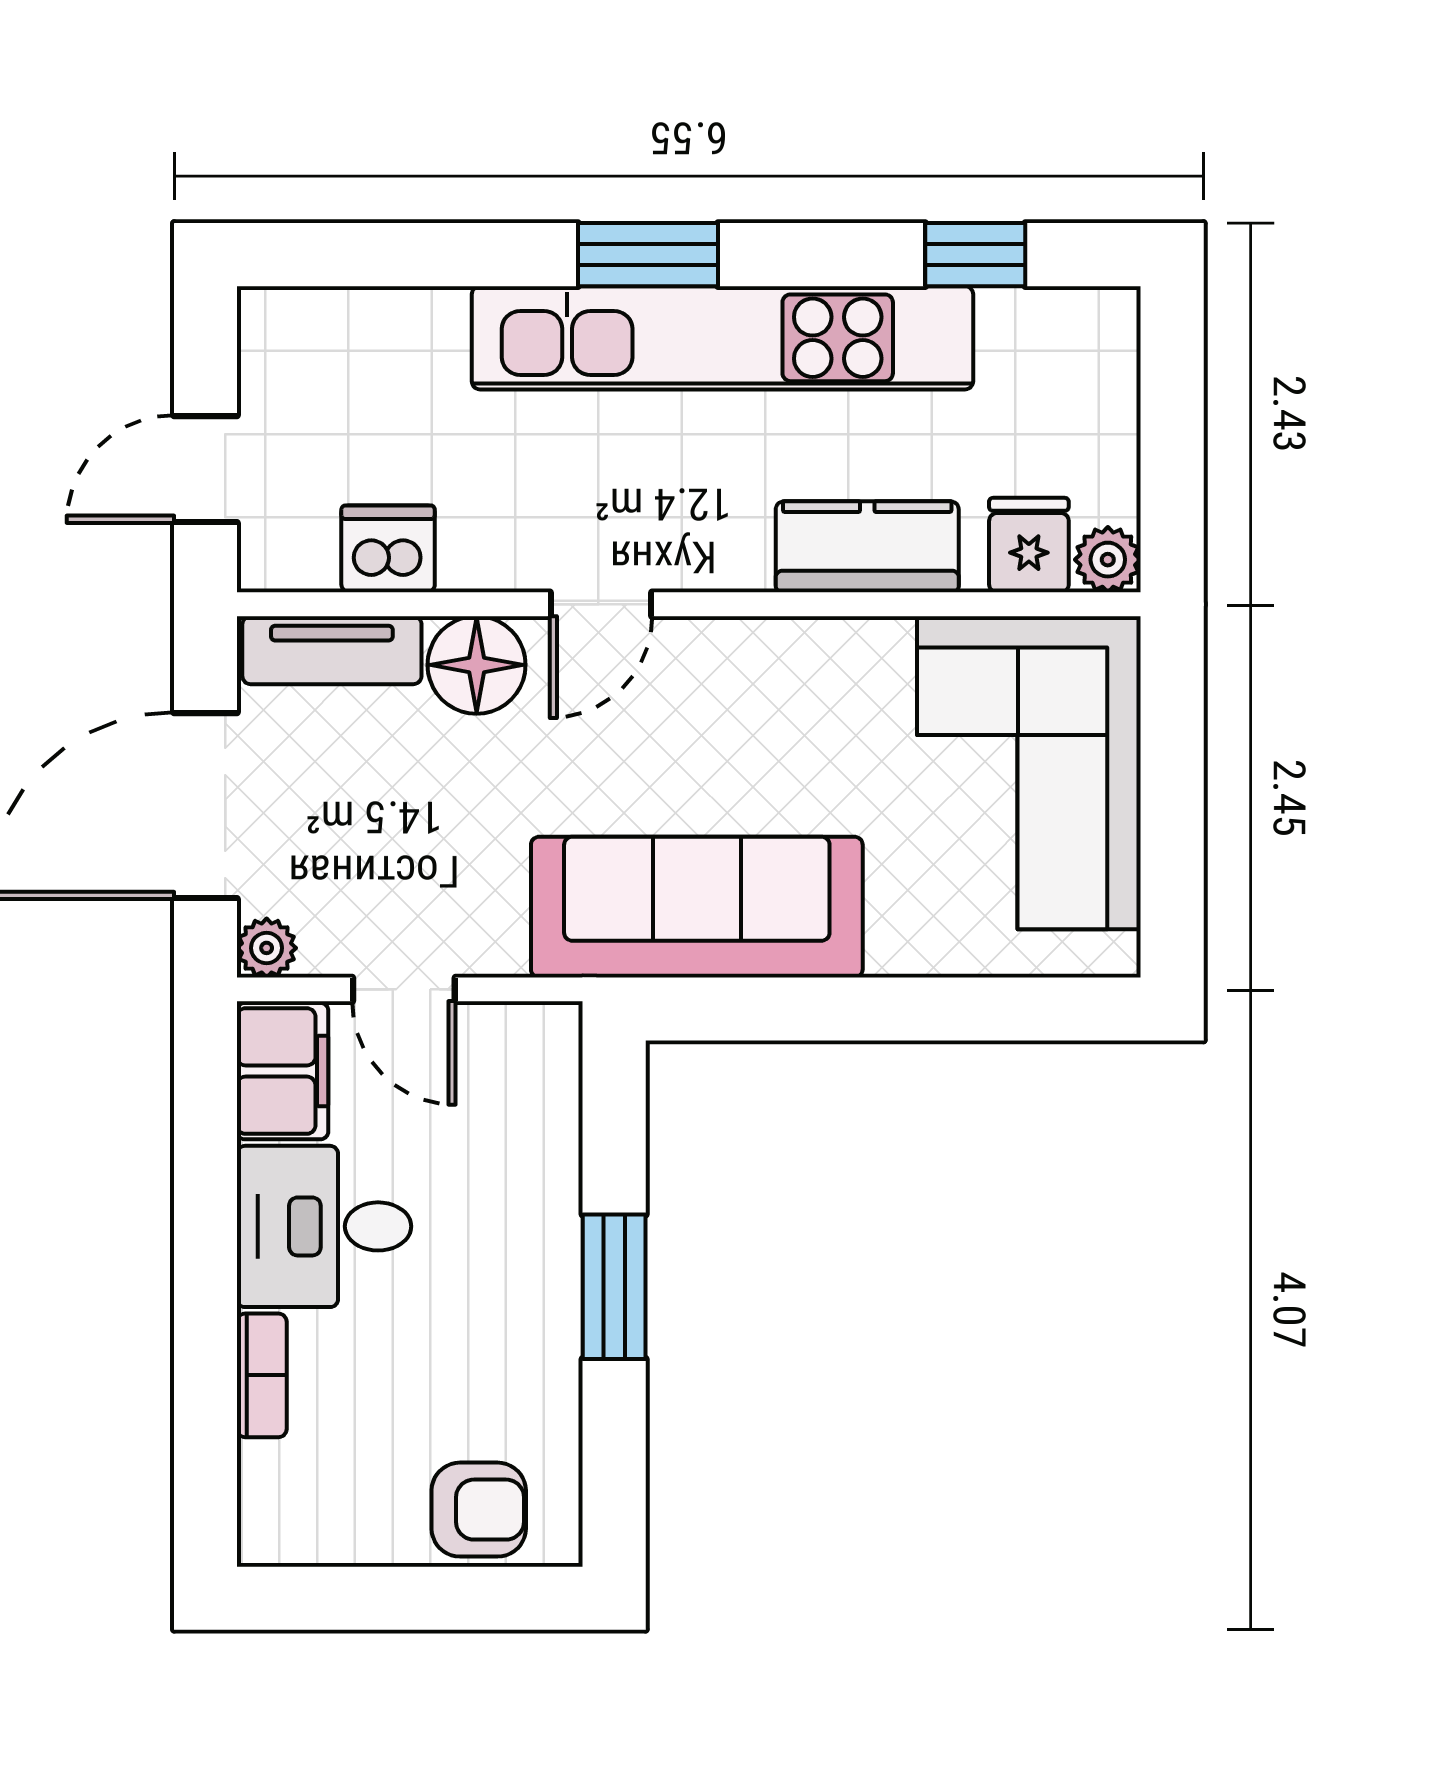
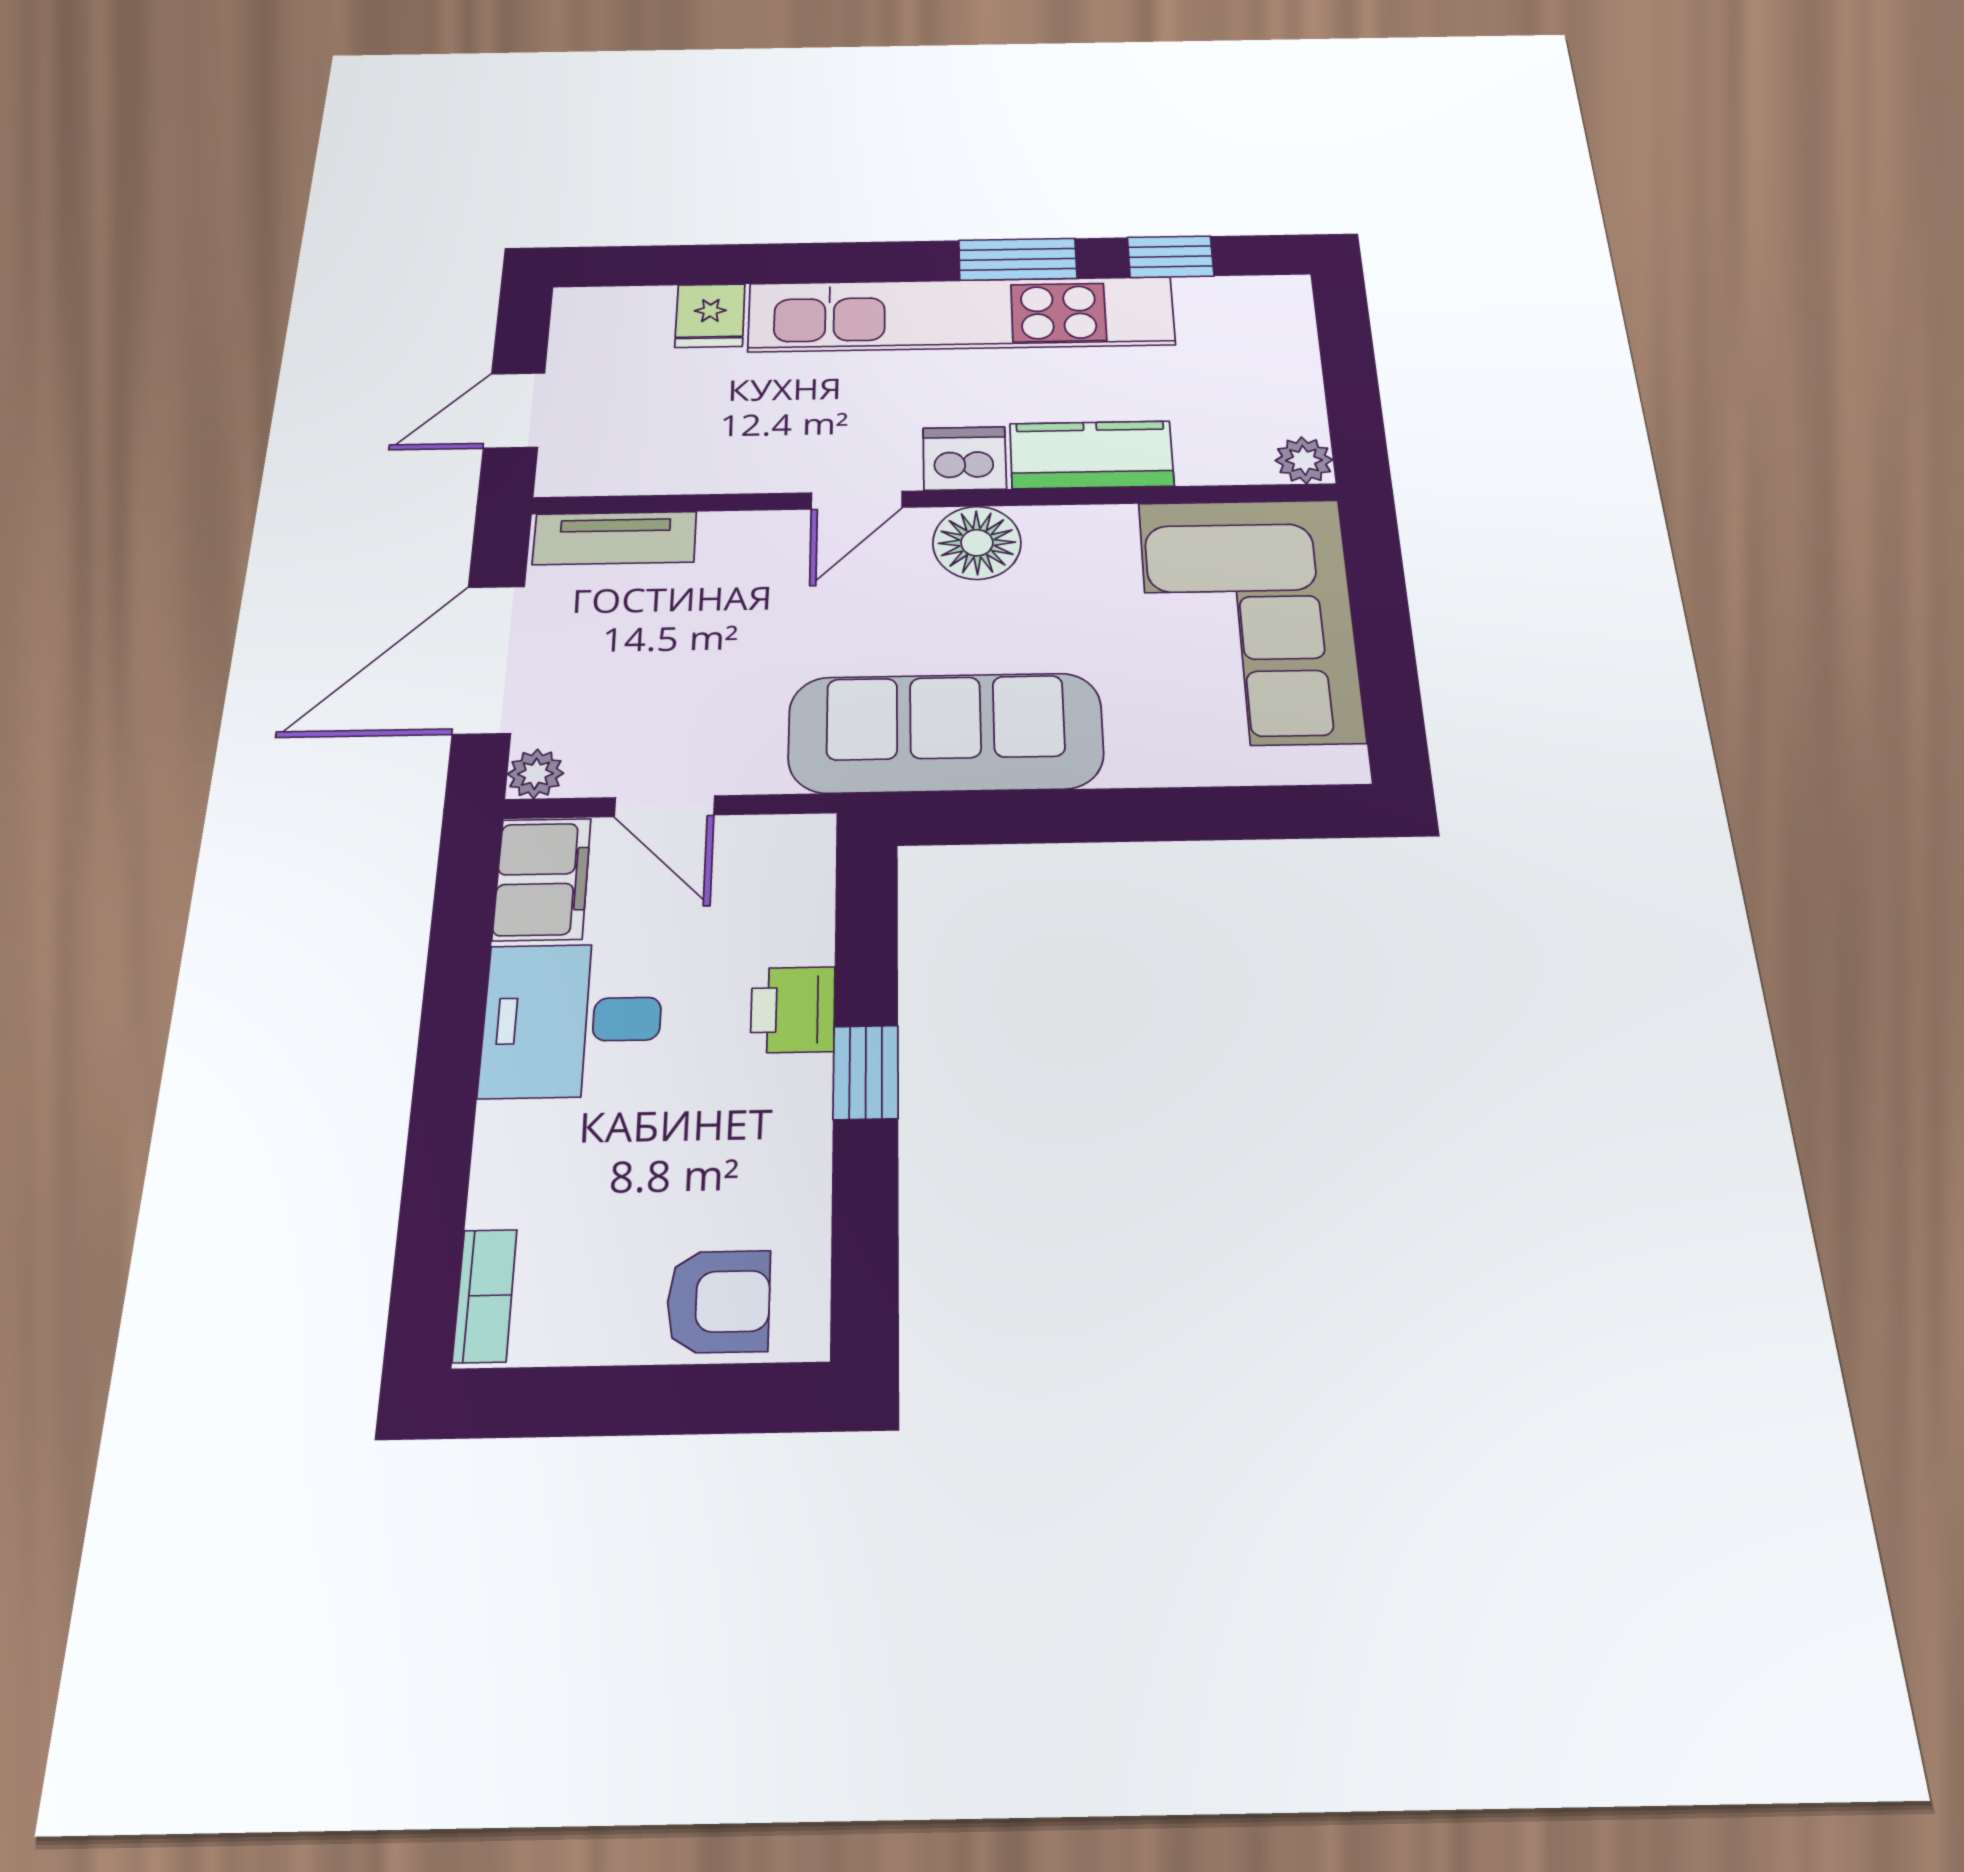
window: (648, 255) -> (1018, 259), moved
fridge: (1029, 545) -> (710, 316), moved, turned 180
dishwasher: (388, 549) -> (964, 458), moved
floor lamp: (477, 665) -> (977, 543), moved
printer: (542, 1220) -> (793, 1010), added
window: (614, 1287) -> (866, 1072), width x0.67
bookcase: (262, 1375) -> (485, 1295), moved

